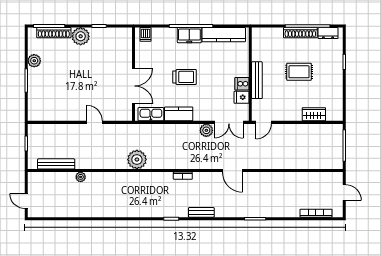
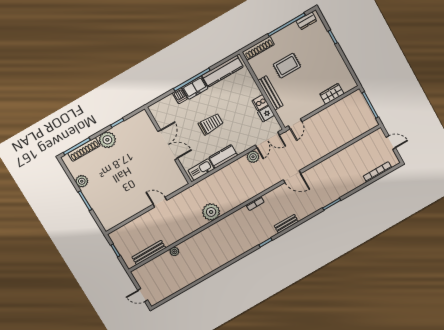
shoe rack: (300, 33) -> (258, 48), moved
dishwasher: (146, 34) -> (180, 96), moved
rug: (299, 72) -> (287, 66), moved
double door: (133, 86) -> (168, 145), moved

